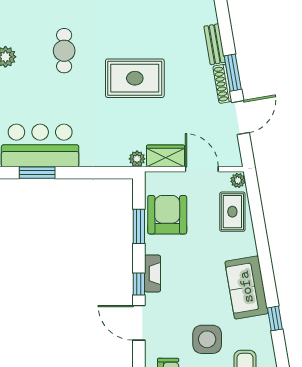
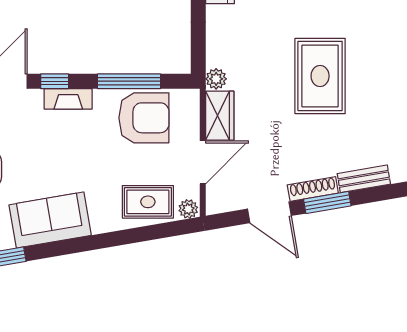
window: (139, 226) -> (129, 81), width x1.44

